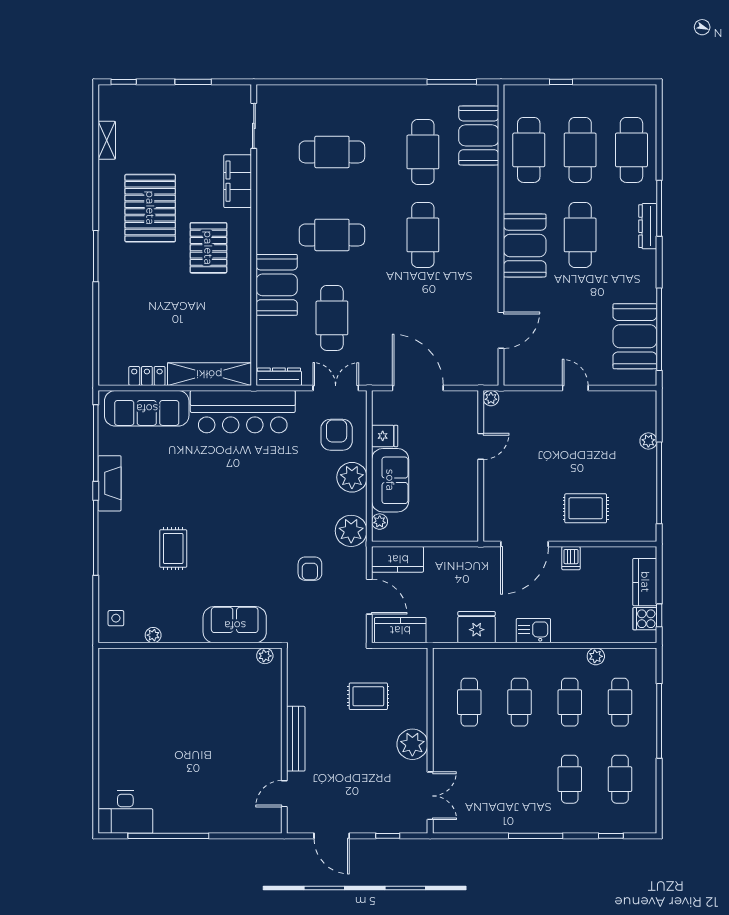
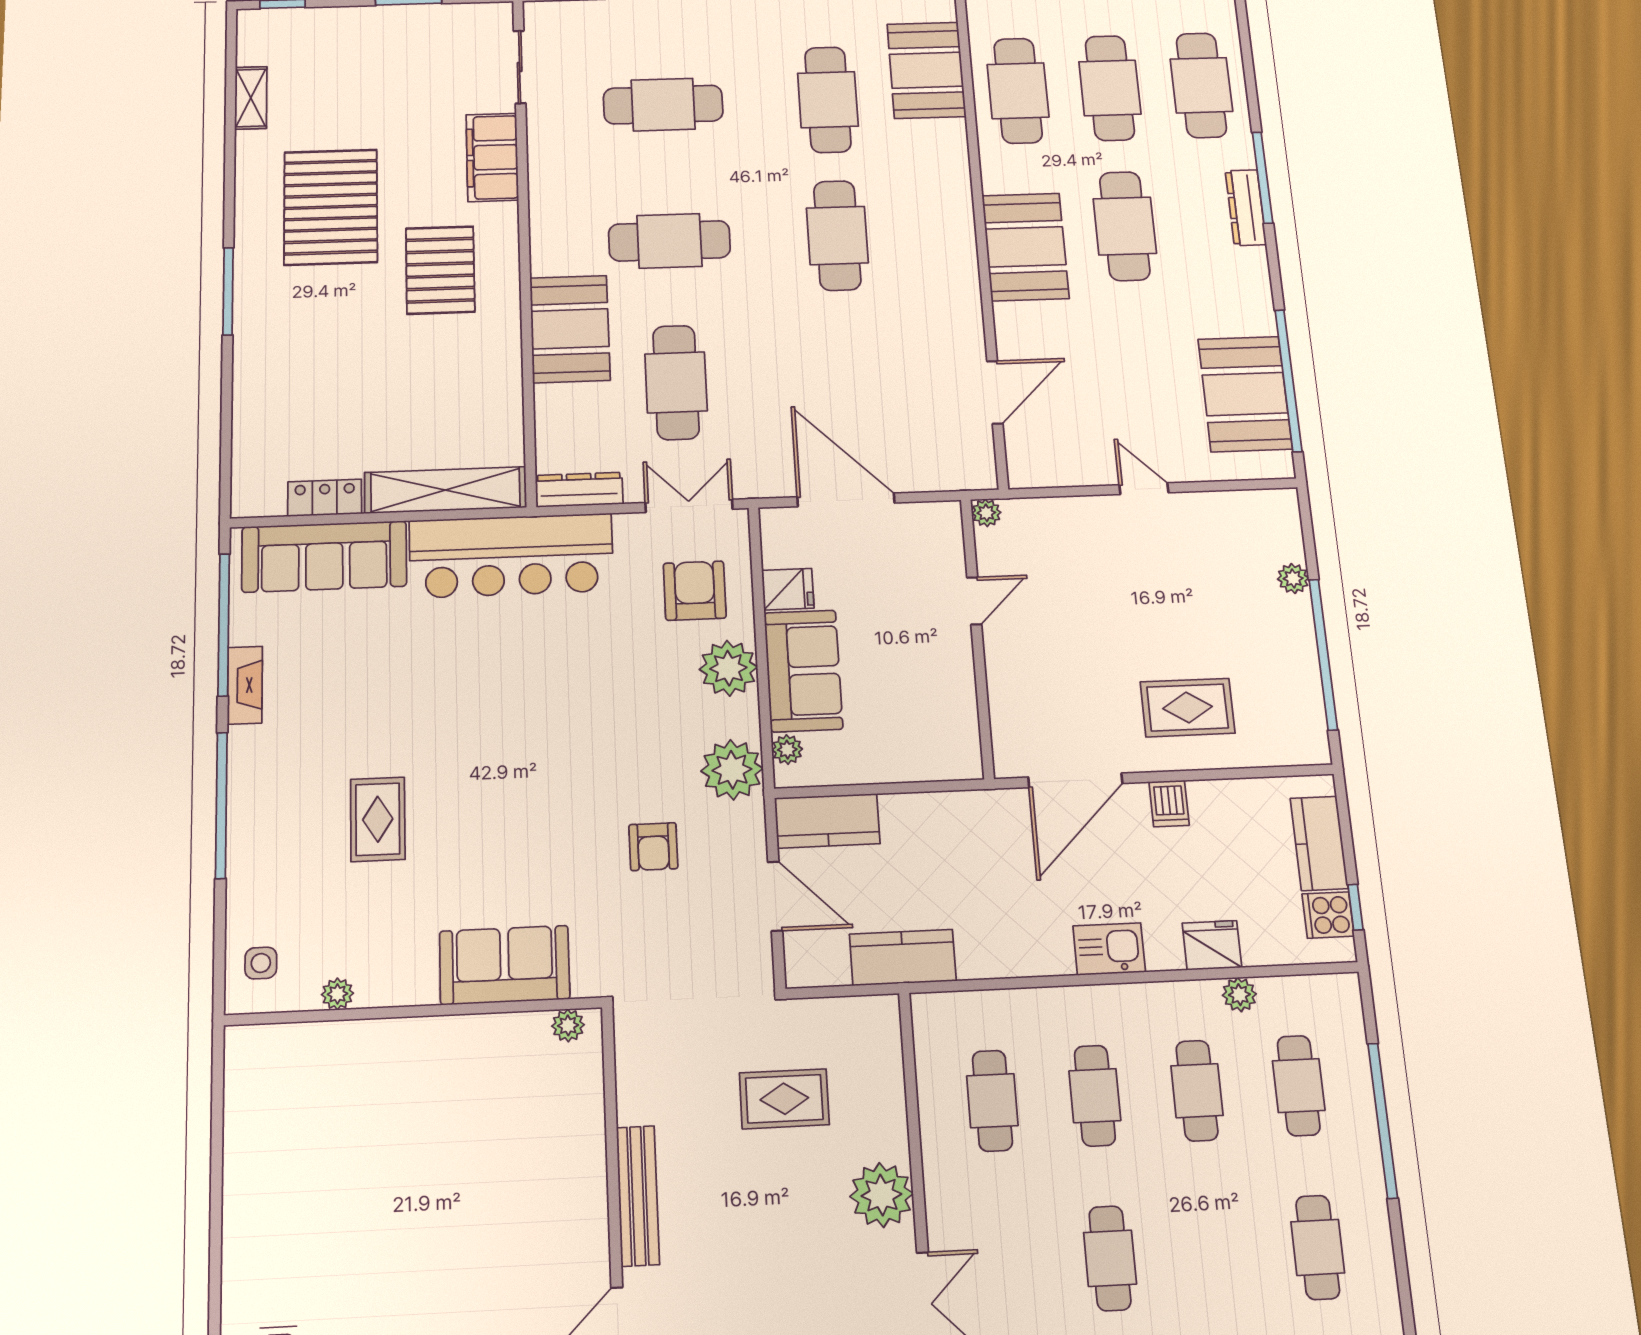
fireplace: (110, 483) -> (245, 685), width x0.73, depth x0.76
fridge: (477, 627) -> (1212, 945), moved, width x0.73, depth x0.75
kitchen counter: (400, 630) -> (903, 958), moved
cafe table: (570, 779) -> (1110, 1258), moved

